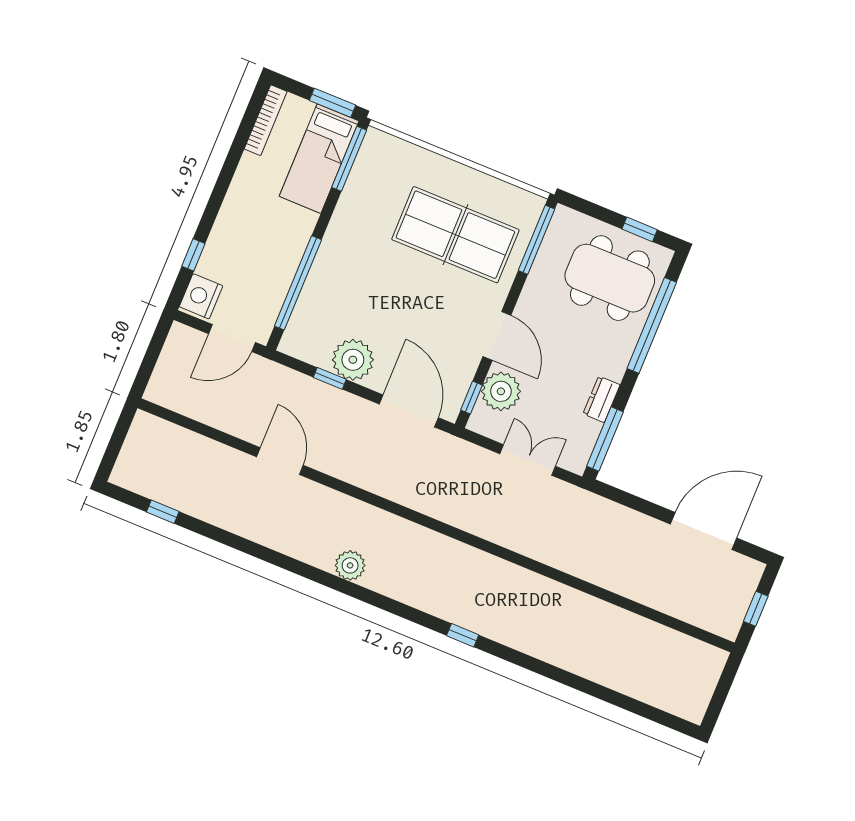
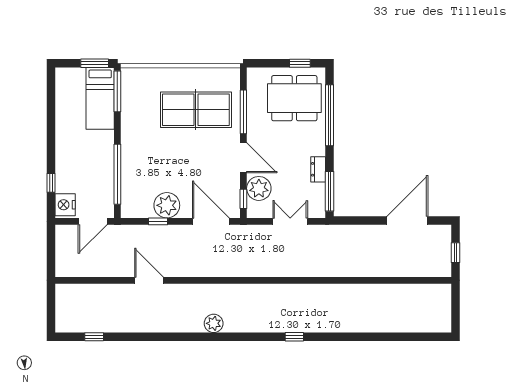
bookcase: (266, 120) -> (61, 89), removed
window: (536, 240) -> (243, 112), moved

